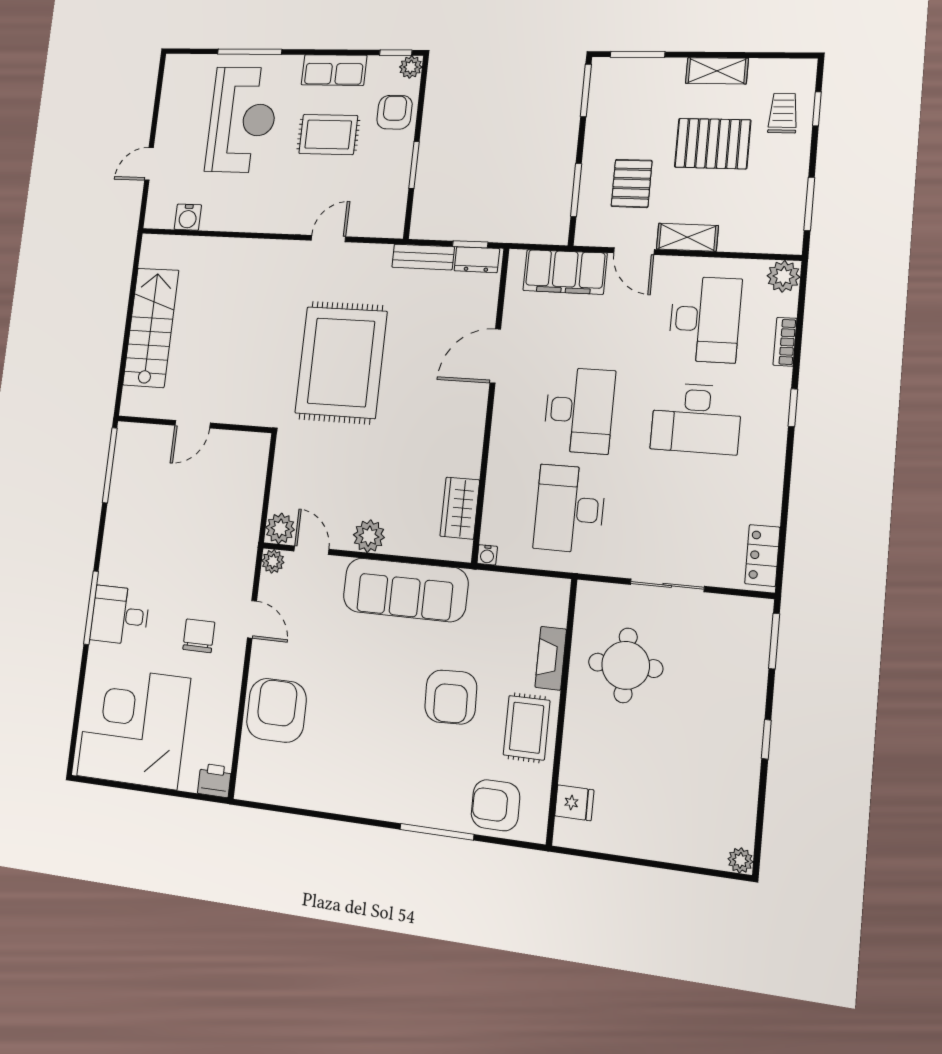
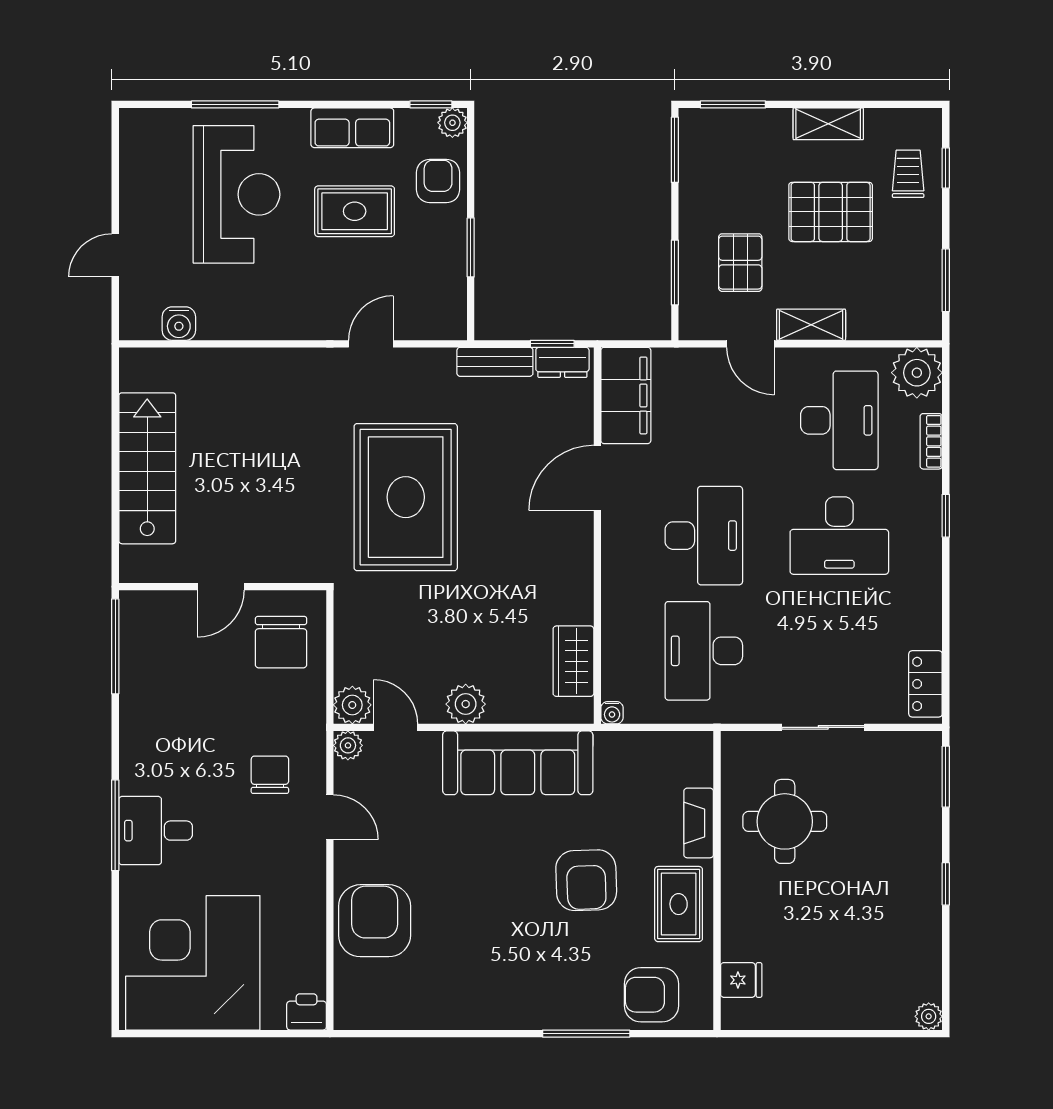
filing cabinet: (565, 272) -> (626, 395), moved, turned -90
plant: (783, 276) -> (917, 373), width x1.36, depth x1.36
chair: (232, 472) -> (281, 642), added
chair: (199, 636) -> (270, 775), moved

